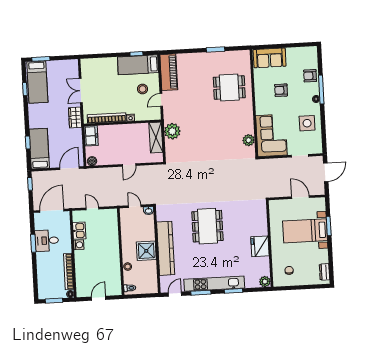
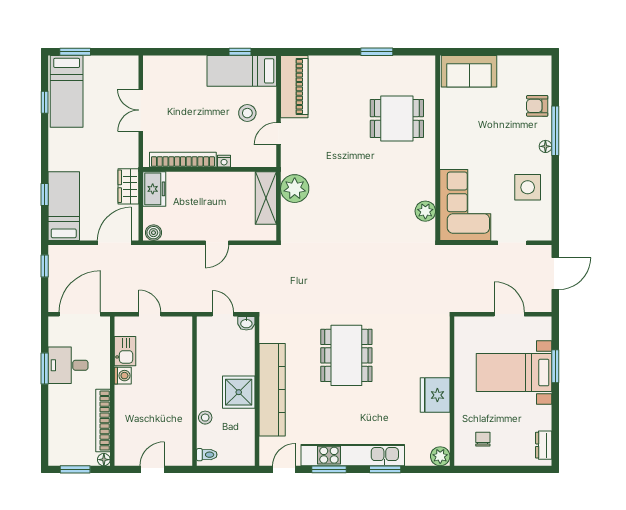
armchair: (281, 90) -> (486, 128), removed
wardrobe: (75, 118) -> (128, 186), moved

